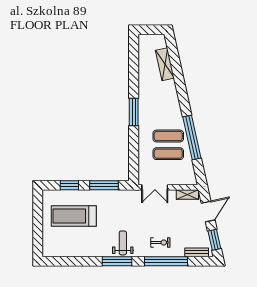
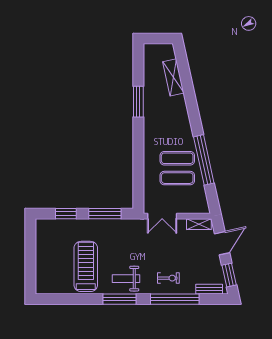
window: (134, 112) -> (138, 102), moved
treadmill: (74, 216) -> (86, 266), moved, turned 90
weight bench: (123, 243) -> (126, 279), turned -90

